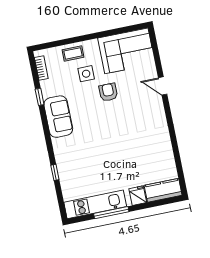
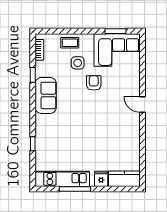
window: (120, 31) -> (115, 31), added
door: (163, 86) -> (142, 104), moved

